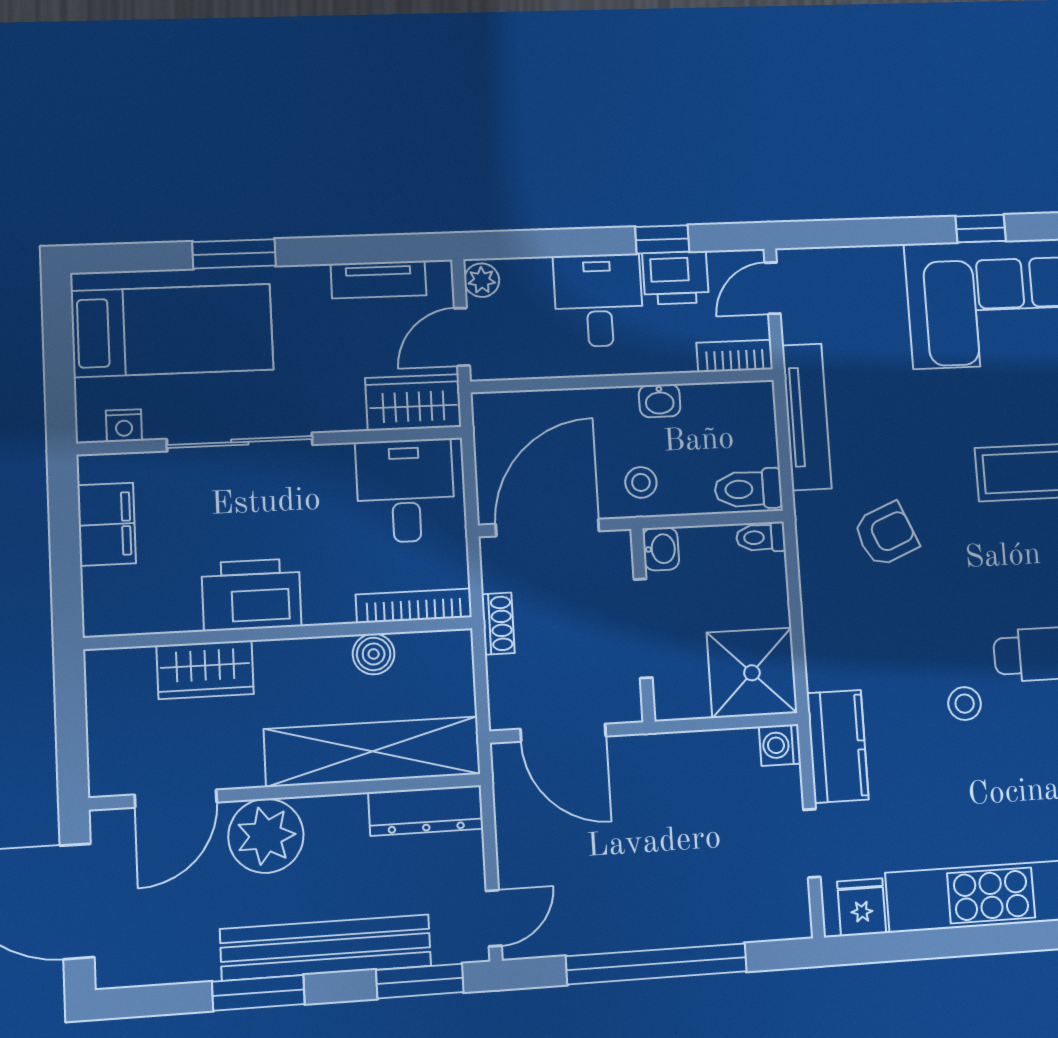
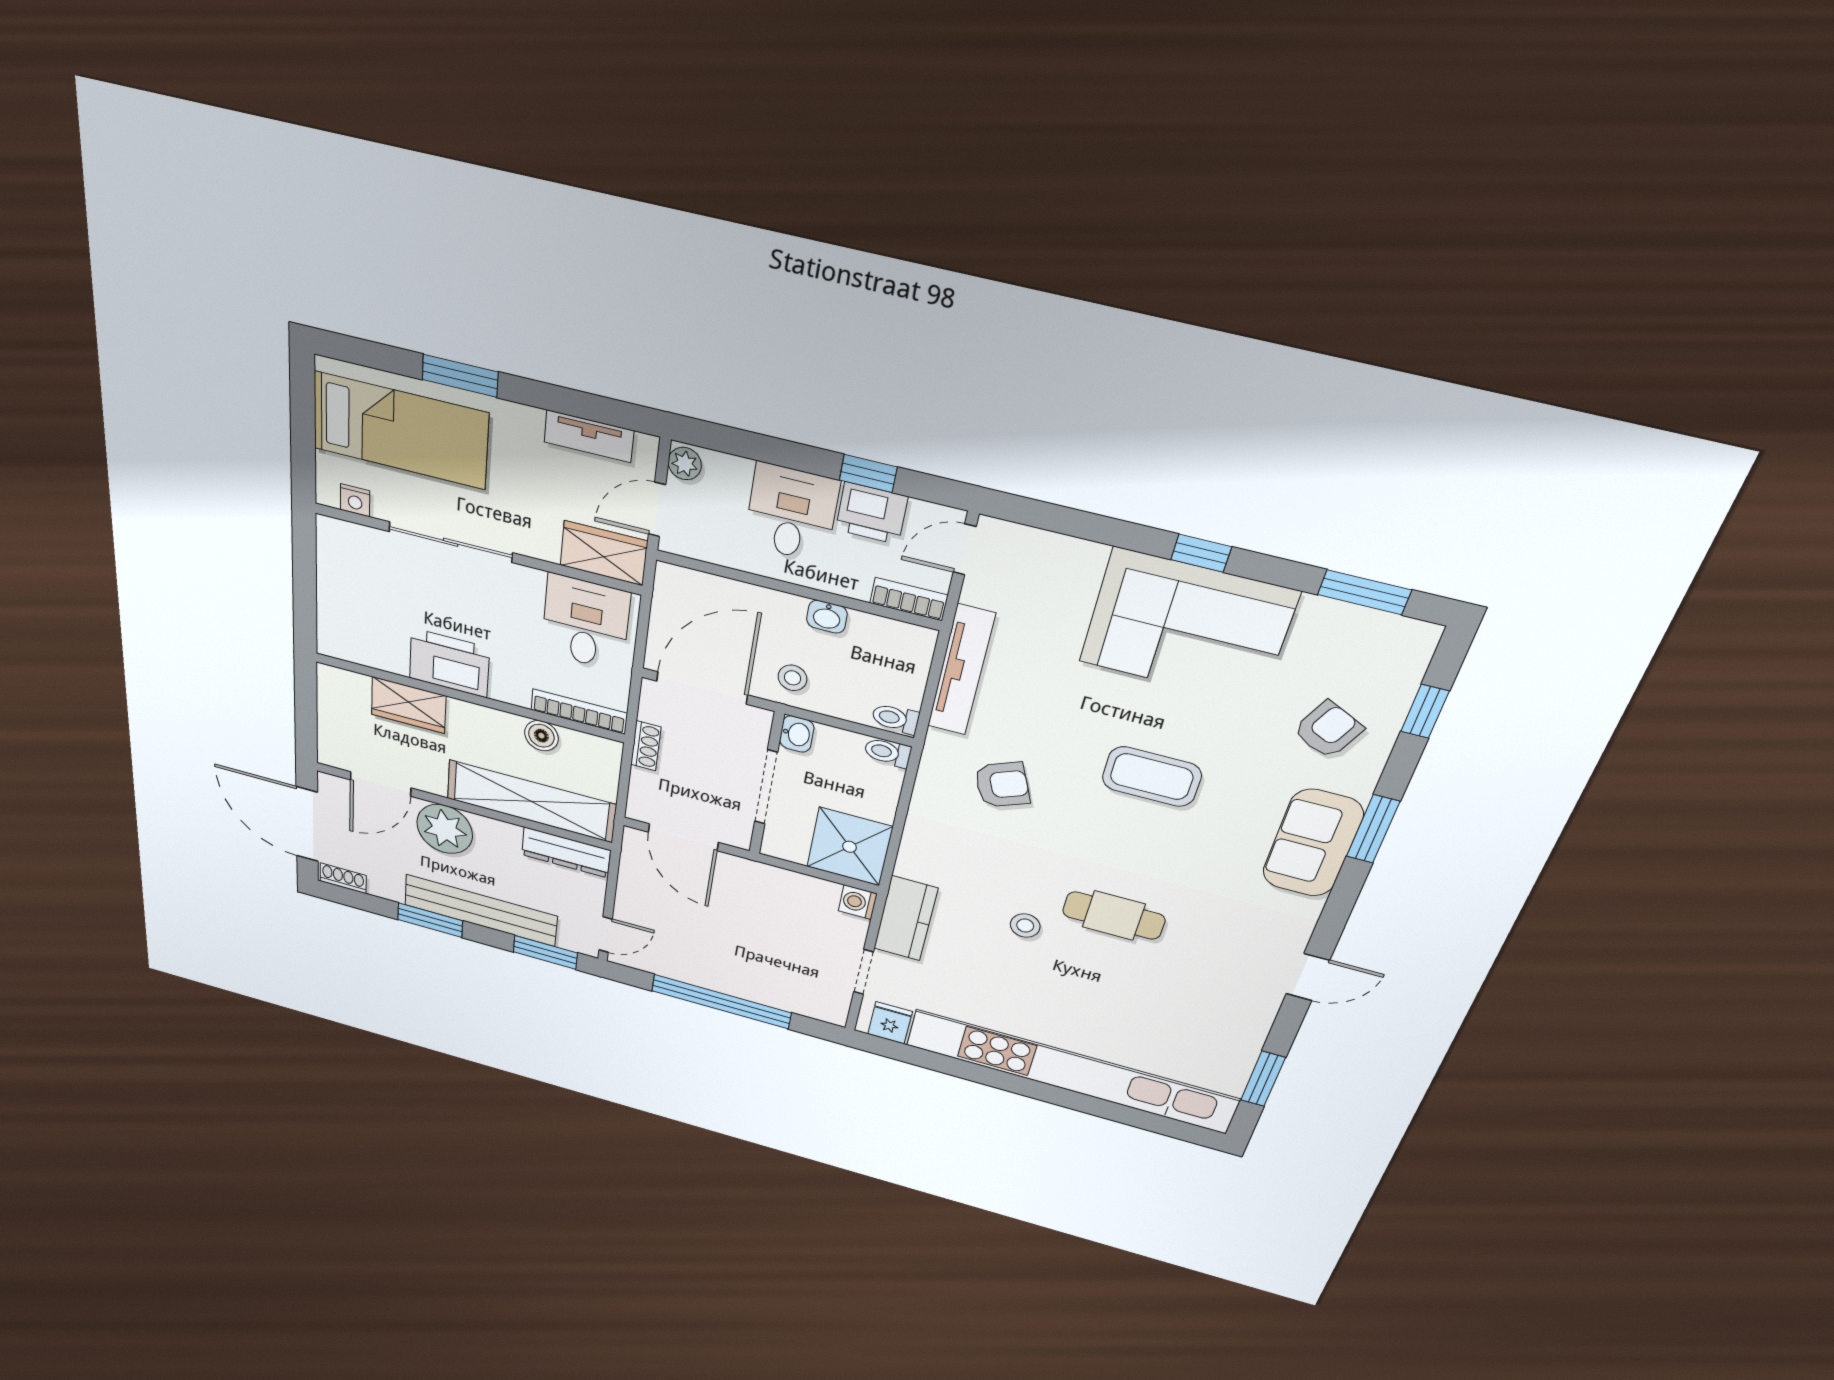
toilet: (748, 489) -> (895, 718), width x0.73, depth x0.72
filing cabinet: (107, 524) -> (338, 575), removed
shoe rack: (131, 972) -> (343, 878), added

